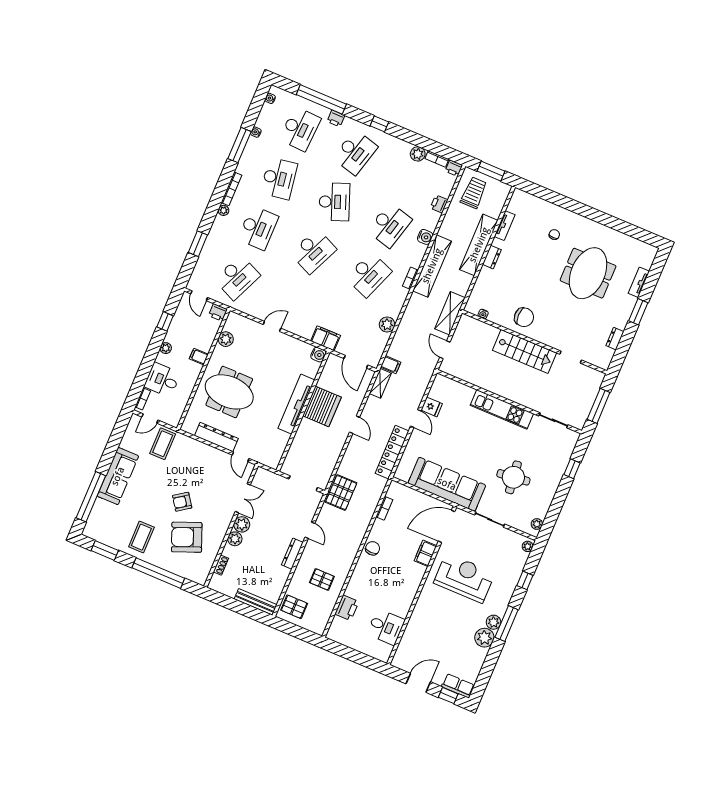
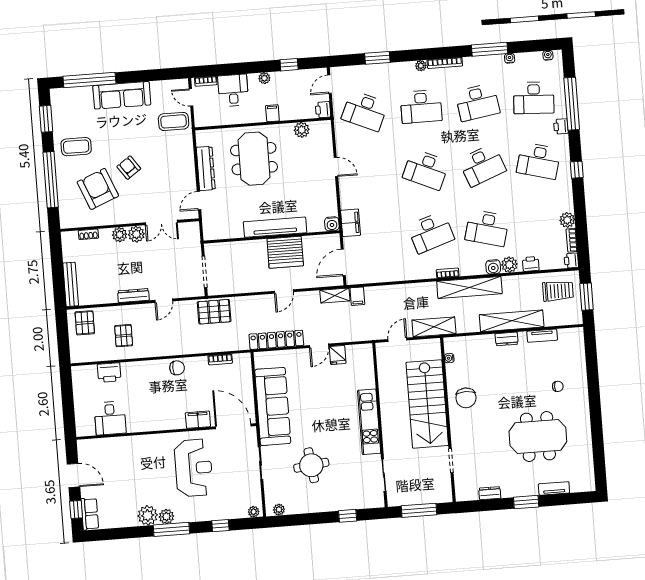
desk: (369, 275) -> (431, 232), turned -39
plant: (387, 324) -> (509, 265), moved
stairs: (525, 352) -> (427, 404), width x1.36, depth x1.51

